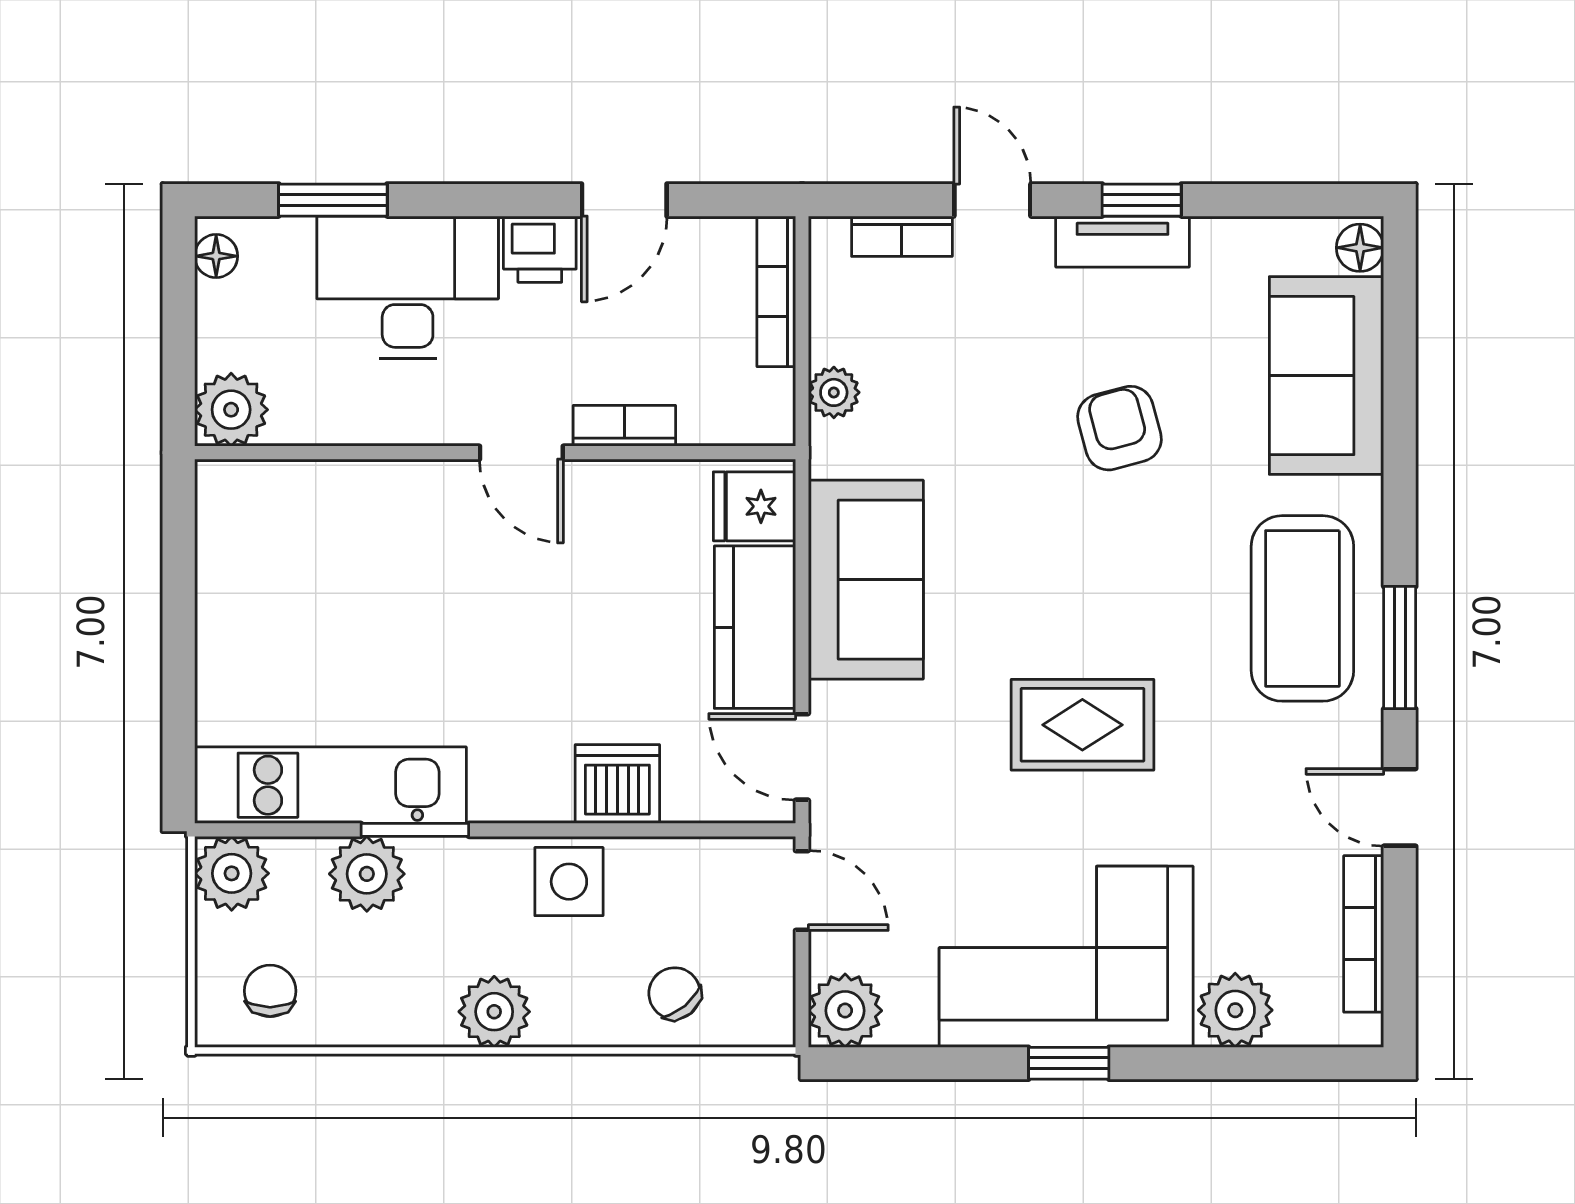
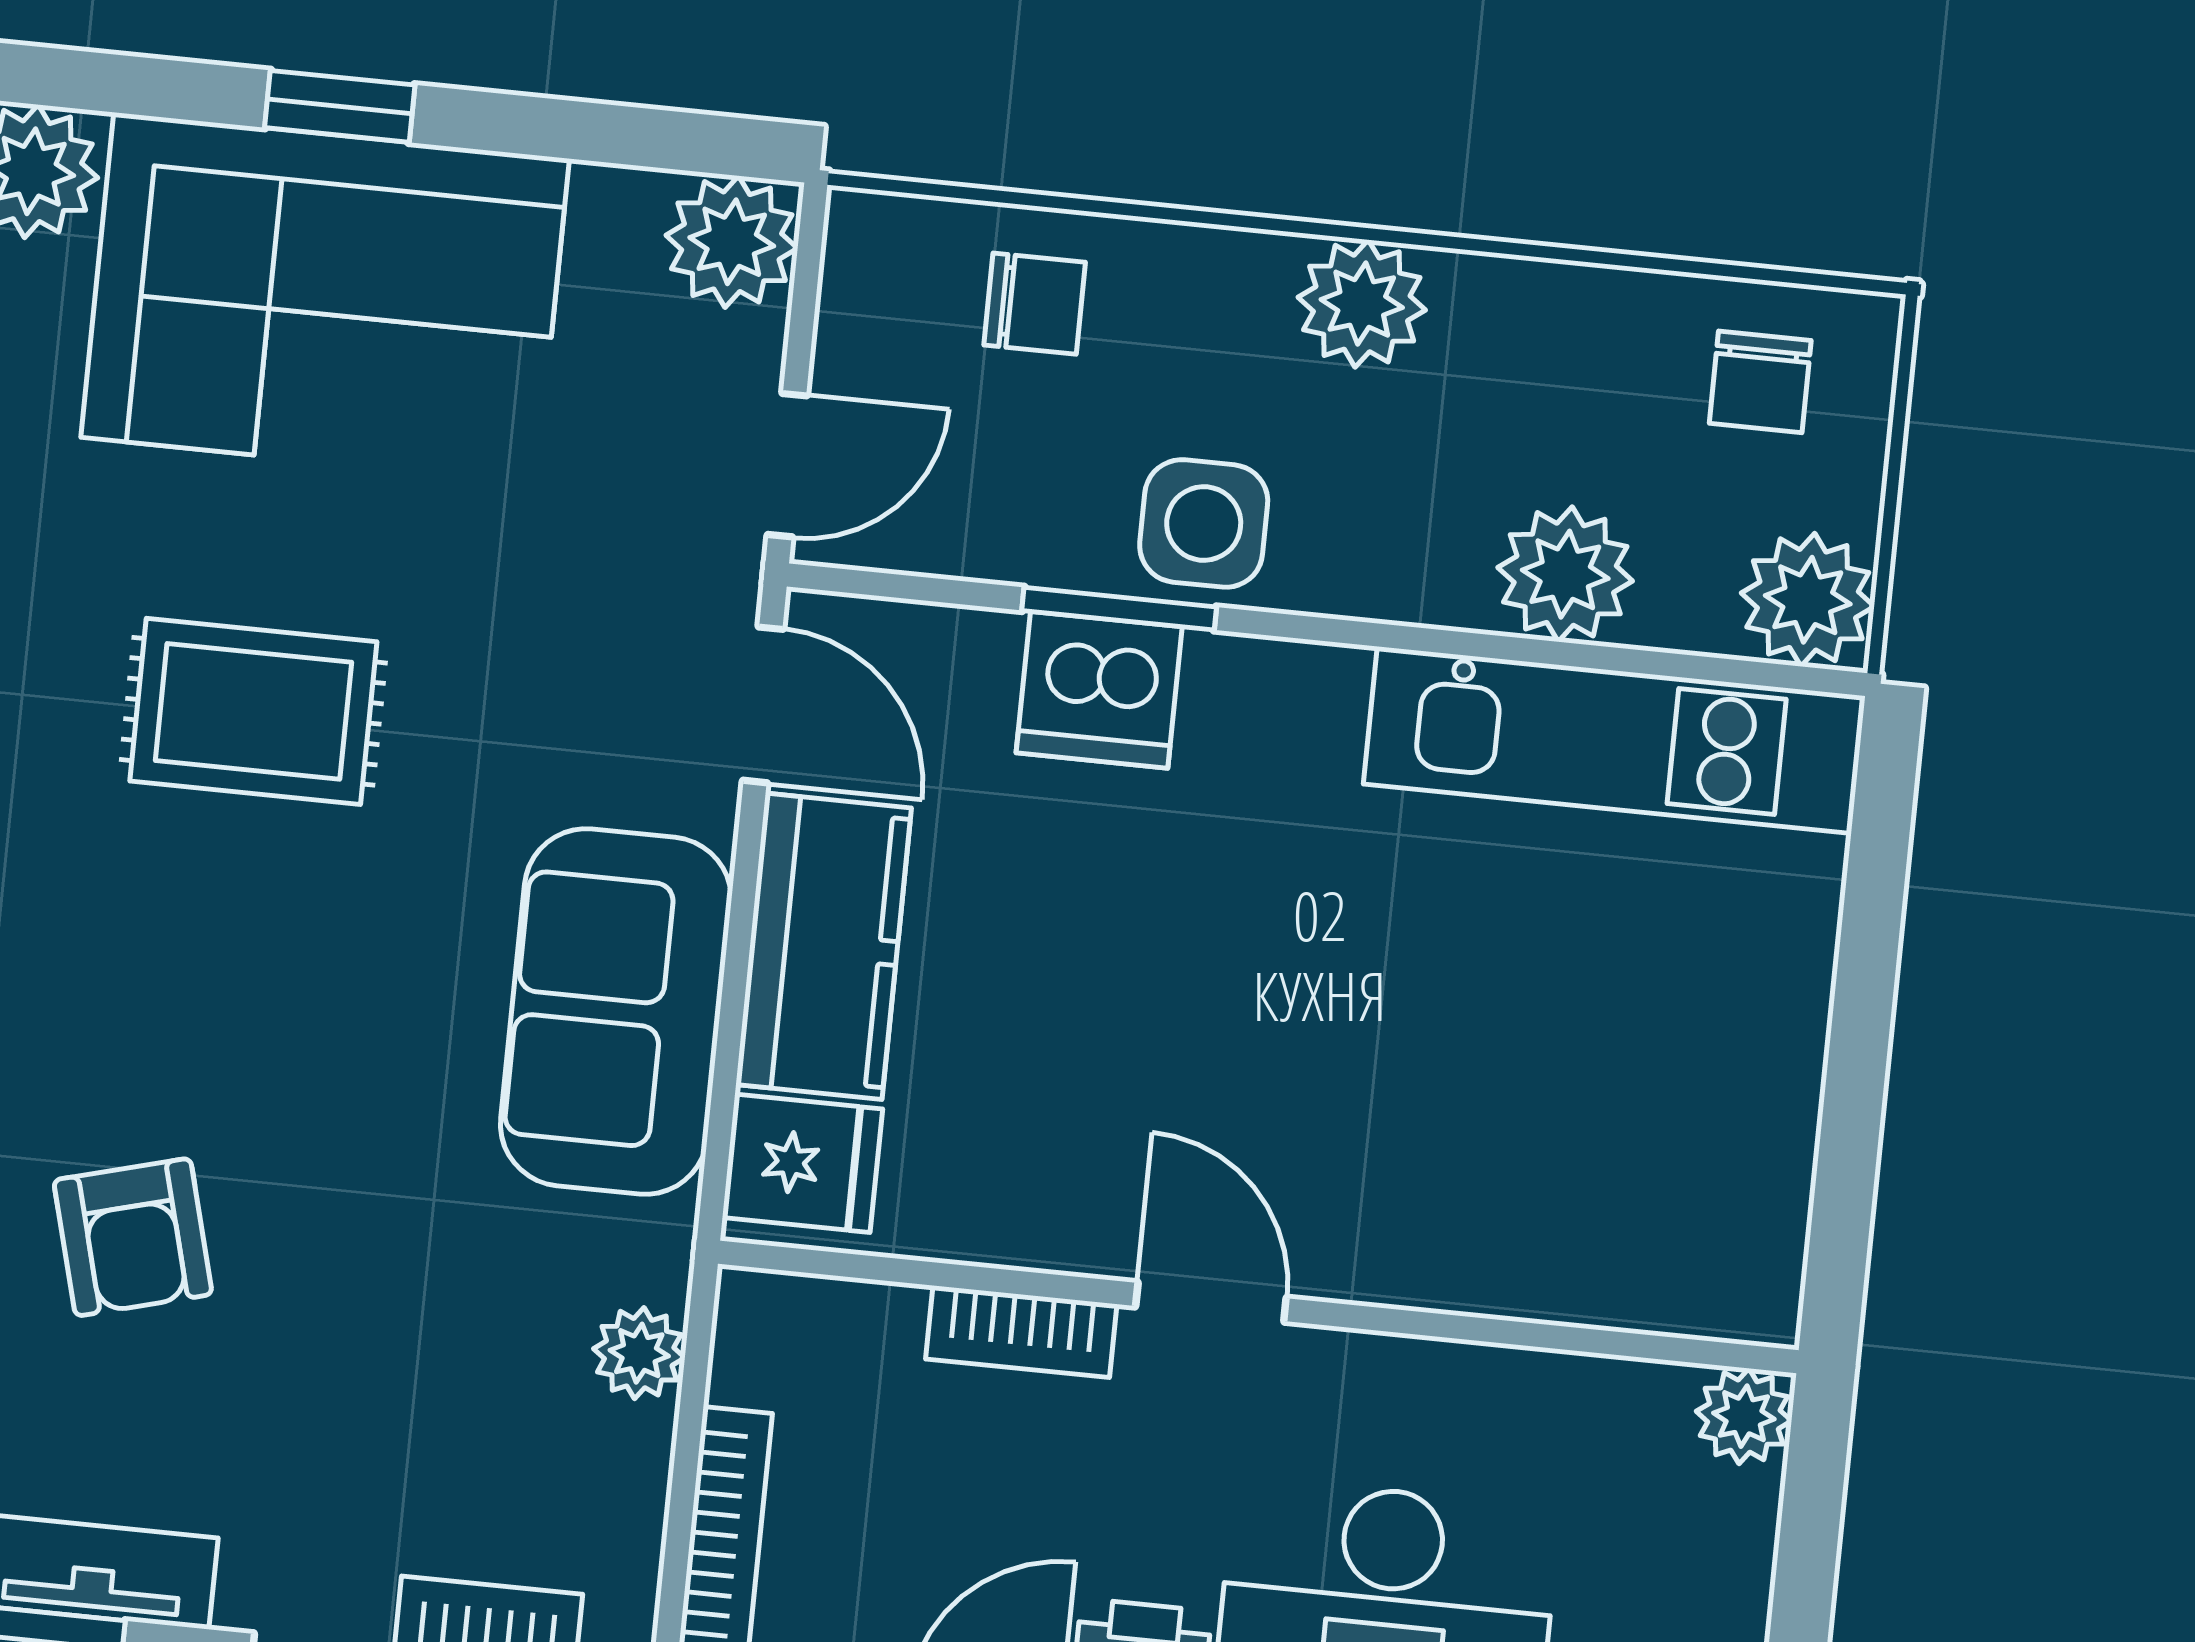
plant: (231, 410) -> (1744, 1416), width x0.73, depth x0.73
window: (415, 830) -> (1119, 609), moved
door: (802, 890) -> (787, 465), swing flipped
chair: (675, 993) -> (1035, 304), turned -50

